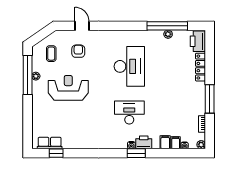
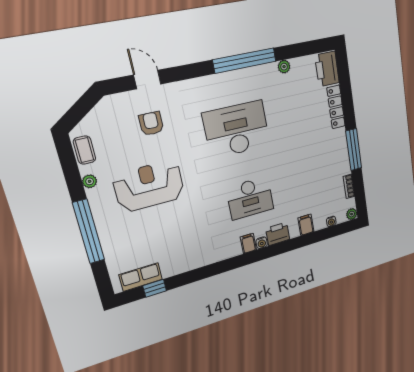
window: (167, 26) -> (245, 61), moved
coffee table: (51, 54) -> (84, 150), moved
desk: (129, 66) -> (237, 129), turned -90
window: (28, 75) -> (89, 232), moved
desk: (129, 113) -> (250, 198), turned 180
filing cabinet: (176, 143) -> (248, 243), moved
window: (136, 153) -> (270, 251), removed

